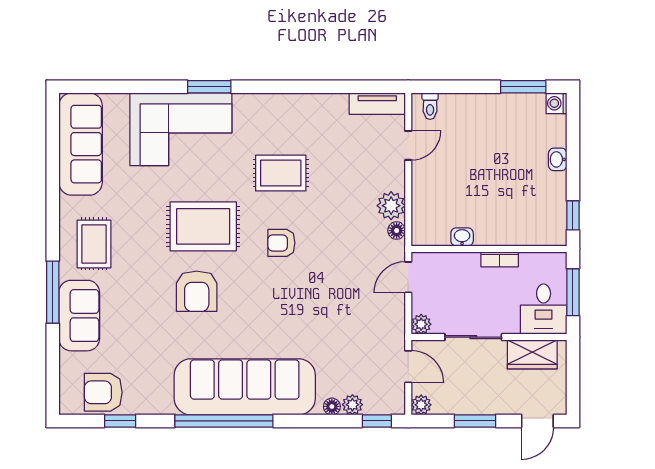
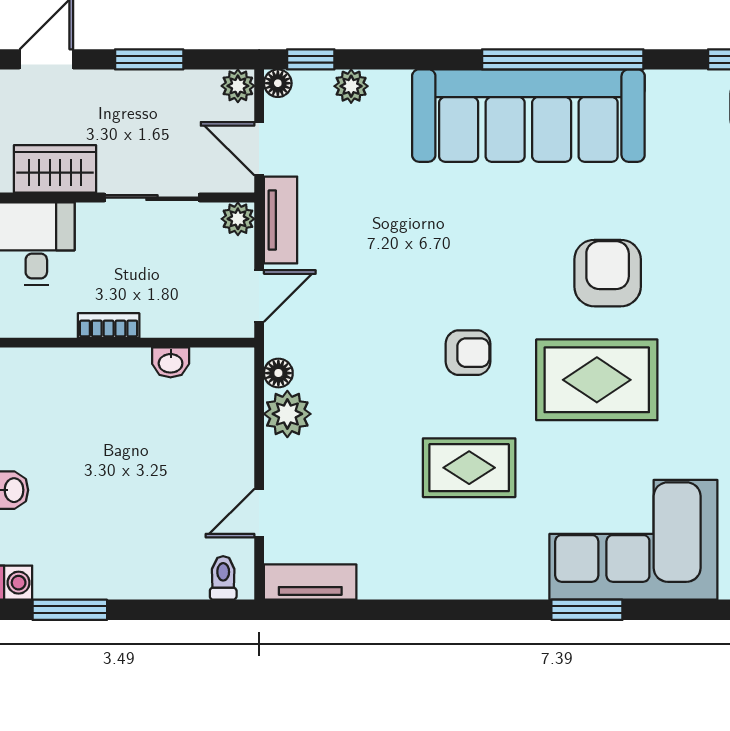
tv unit: (395, 323) -> (281, 220), added
floor lamp: (332, 406) -> (278, 83), moved

